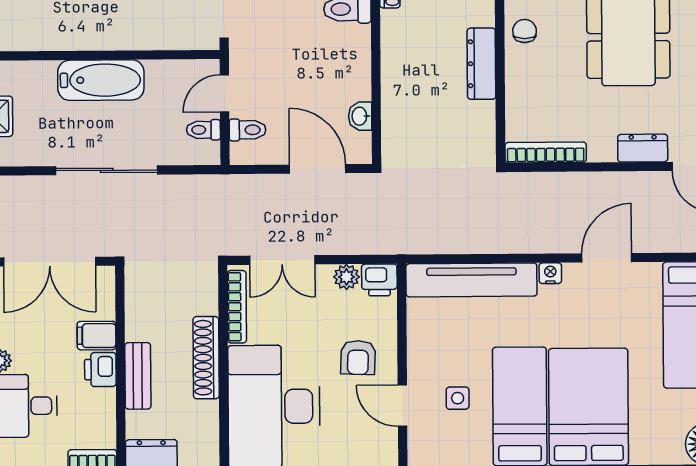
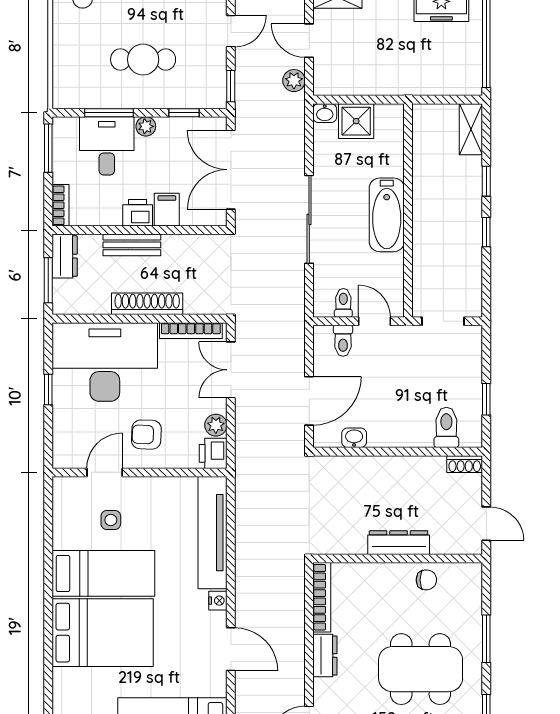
dresser: (643, 148) -> (325, 656), moved

